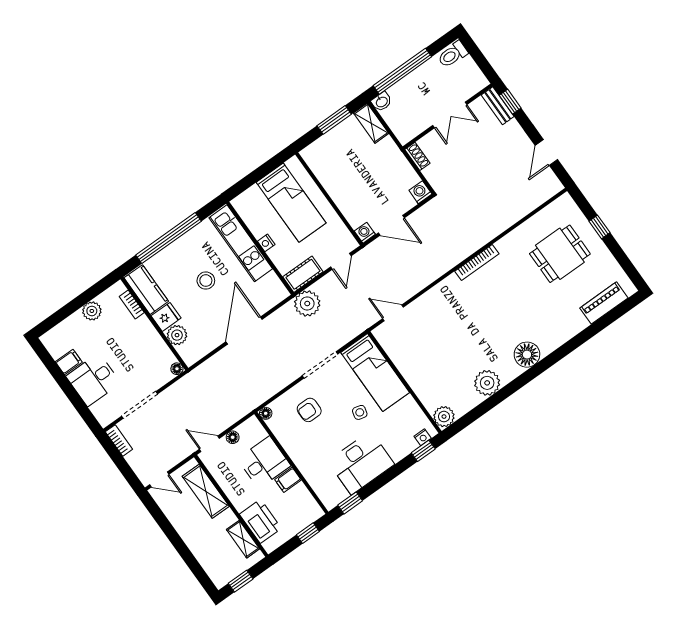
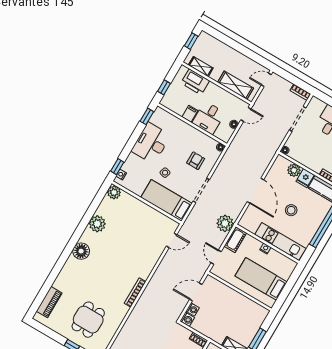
washing machine: (365, 233) -> (193, 309), moved

